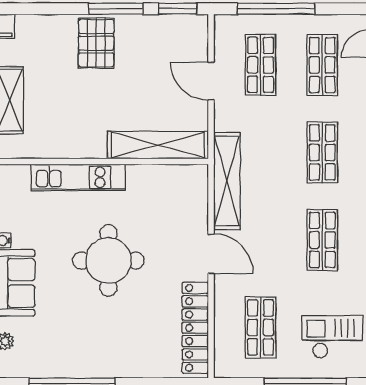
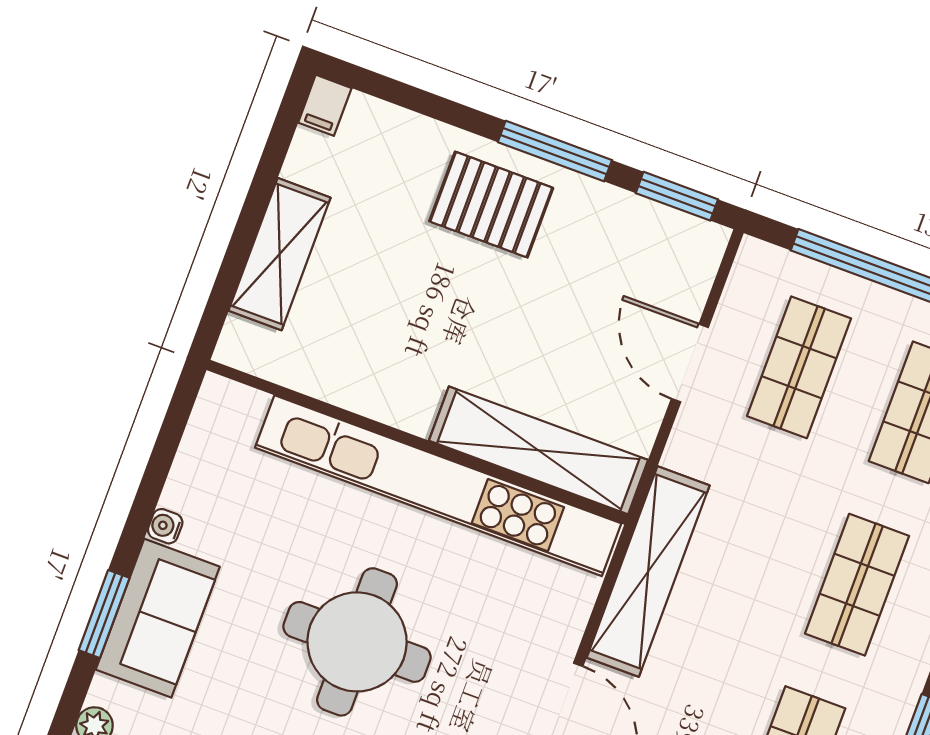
pallet: (96, 43) -> (491, 205), turned 90
kitchen unit: (78, 177) -> (438, 486), width x1.86

